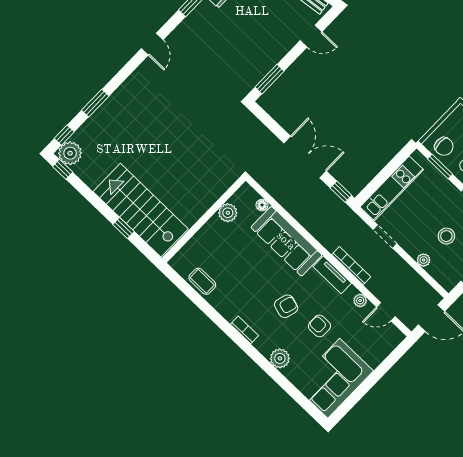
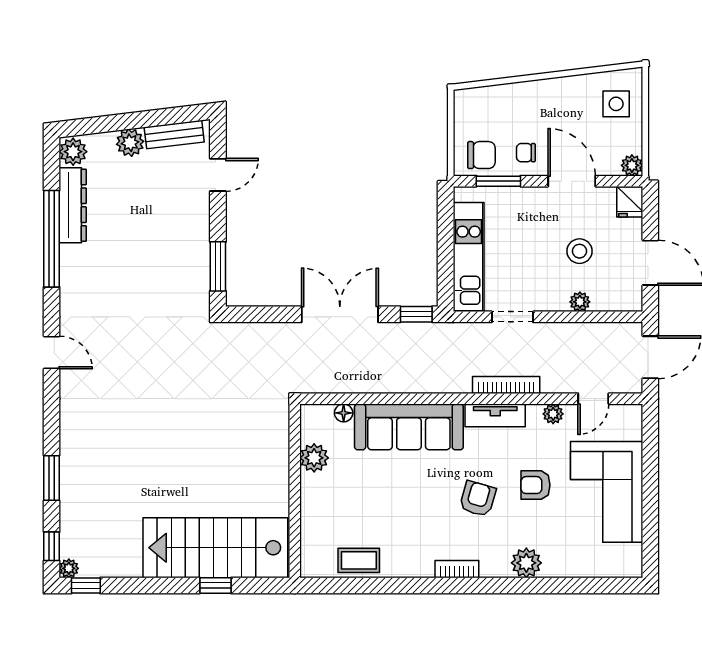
plant: (70, 153) -> (69, 568), width x0.53, depth x0.53
corner sofa: (334, 378) -> (607, 492), moved

